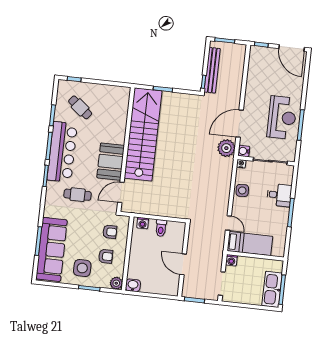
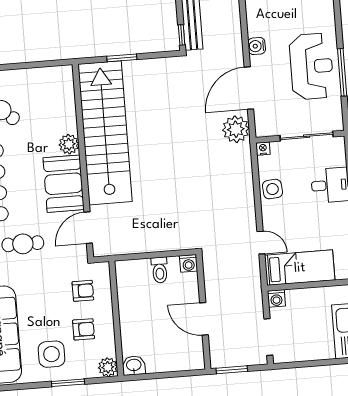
plant: (119, 137) -> (69, 144), added
water cooler: (244, 151) -> (257, 46), moved
washing machine: (143, 223) -> (189, 263), moved

